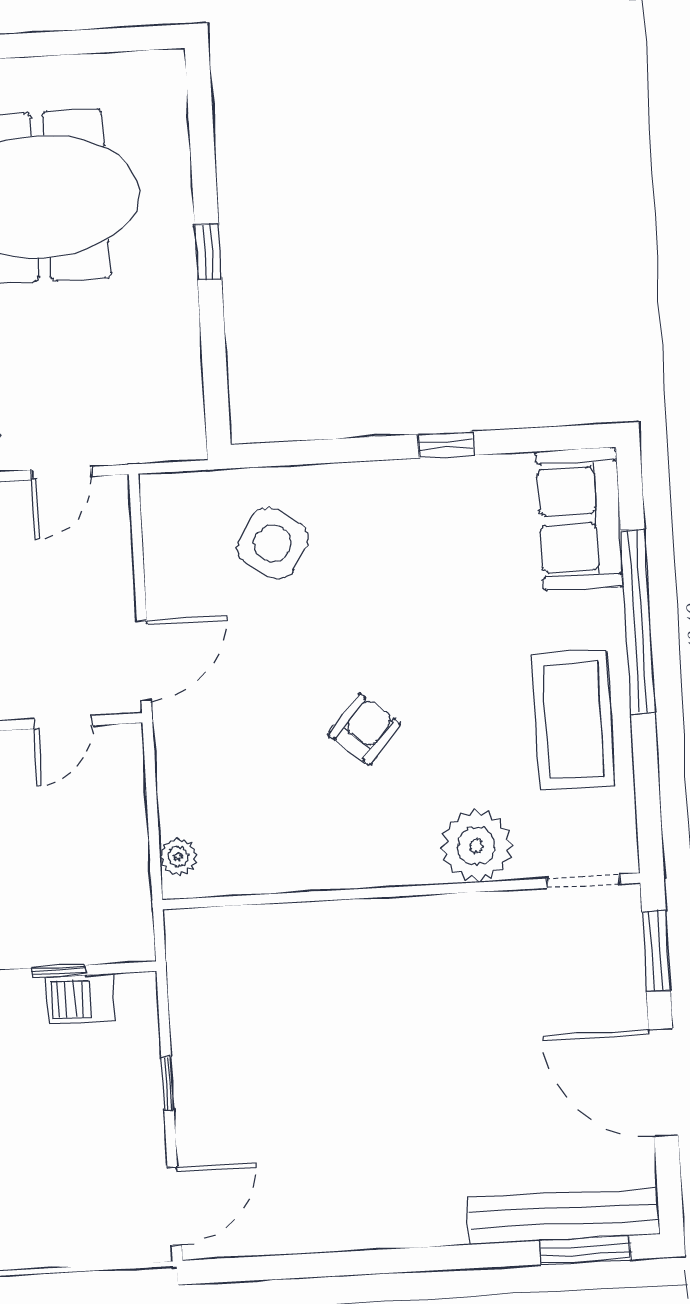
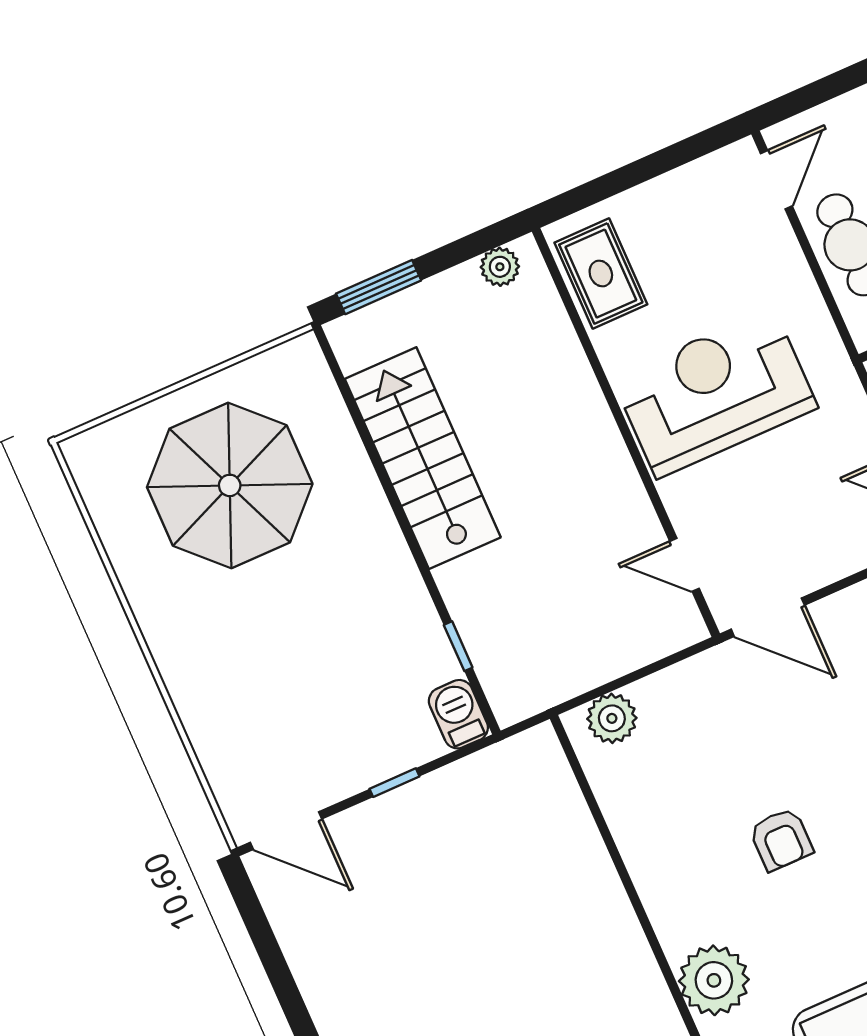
armchair: (364, 729) -> (781, 839), turned 50
plant: (178, 856) -> (612, 718), width x1.38, depth x1.38
barbecue: (81, 999) -> (458, 714), moved

